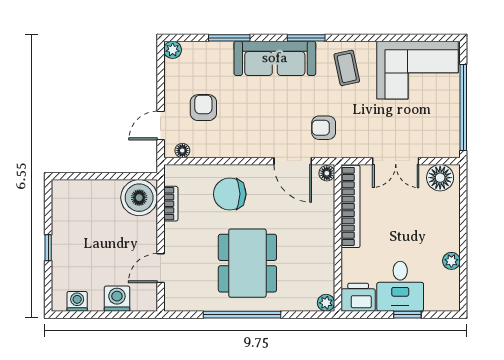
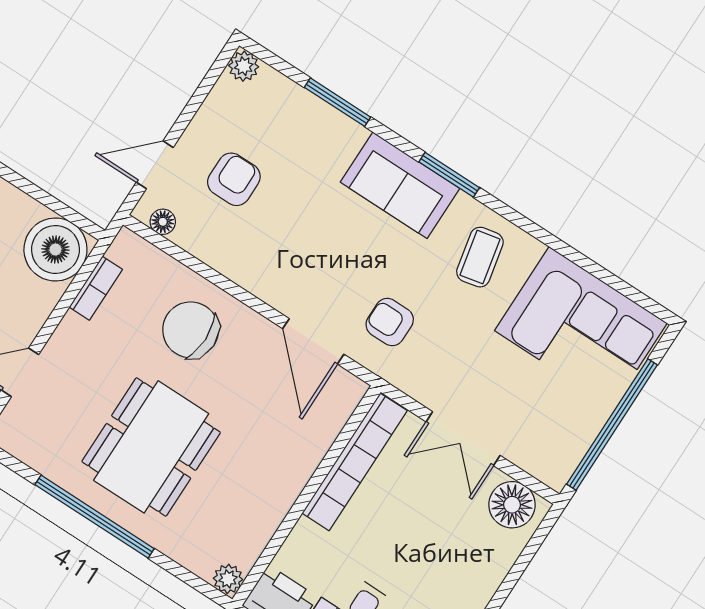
sofa: (275, 58) -> (400, 185), width x0.73
floor lamp: (327, 173) -> (351, 391), removed

